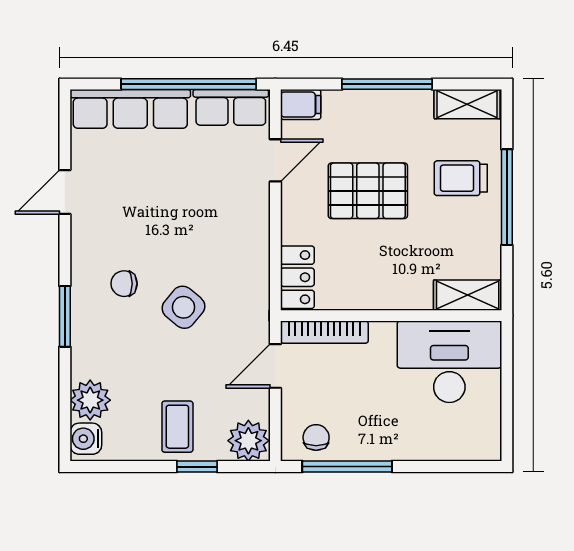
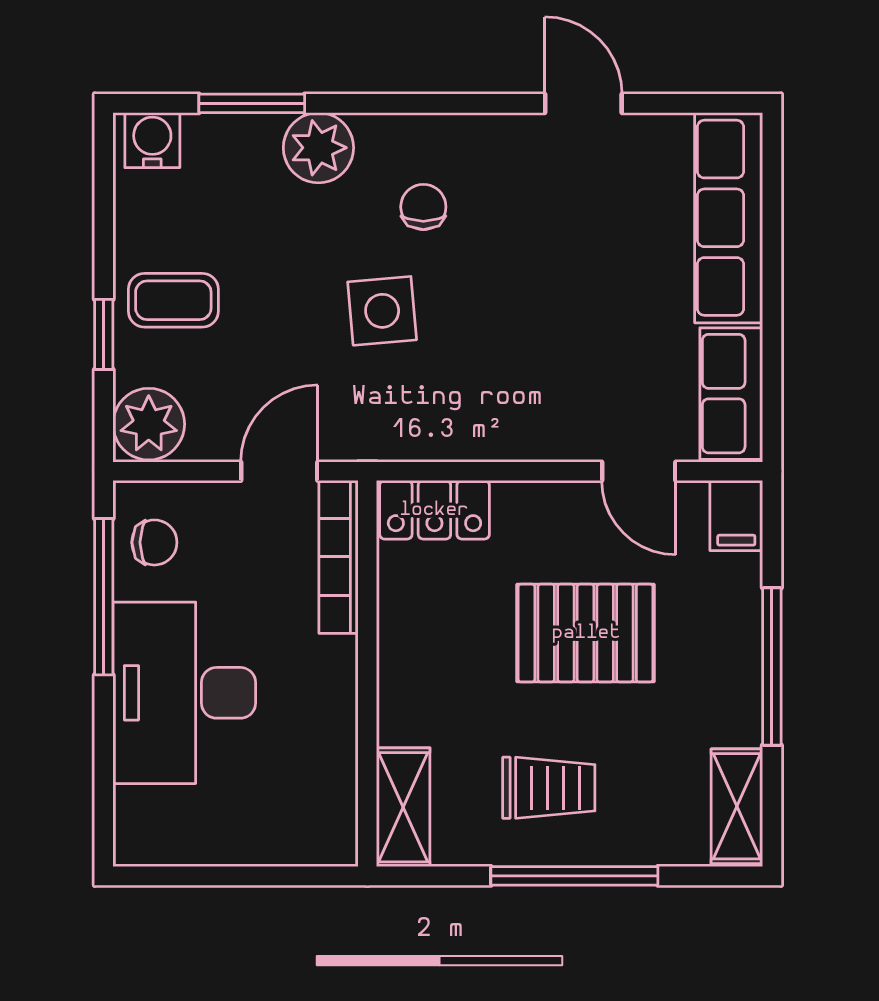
window: (189, 84) -> (772, 320), removed
trolley: (461, 178) -> (549, 788), moved, turned 90
pallet: (368, 191) -> (586, 633), turned 90
side table: (183, 307) -> (382, 311), turned 45
window: (65, 316) -> (252, 103), moved
desk: (449, 362) -> (184, 693), moved, turned 180
door: (275, 366) -> (279, 471), hinge flipped
plant: (90, 400) -> (318, 148), moved

